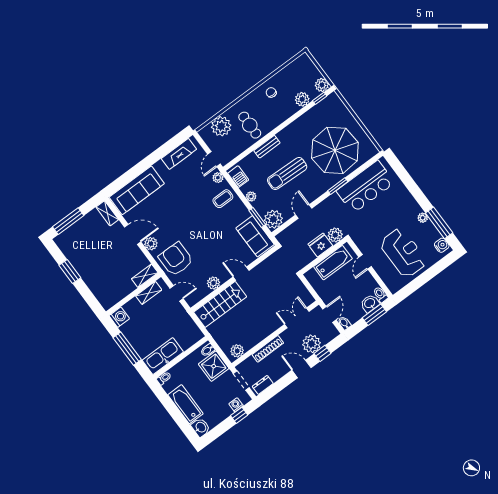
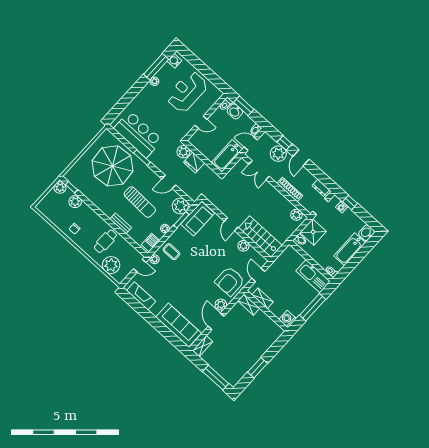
bathtub: (333, 263) -> (227, 156), moved, turned -90

